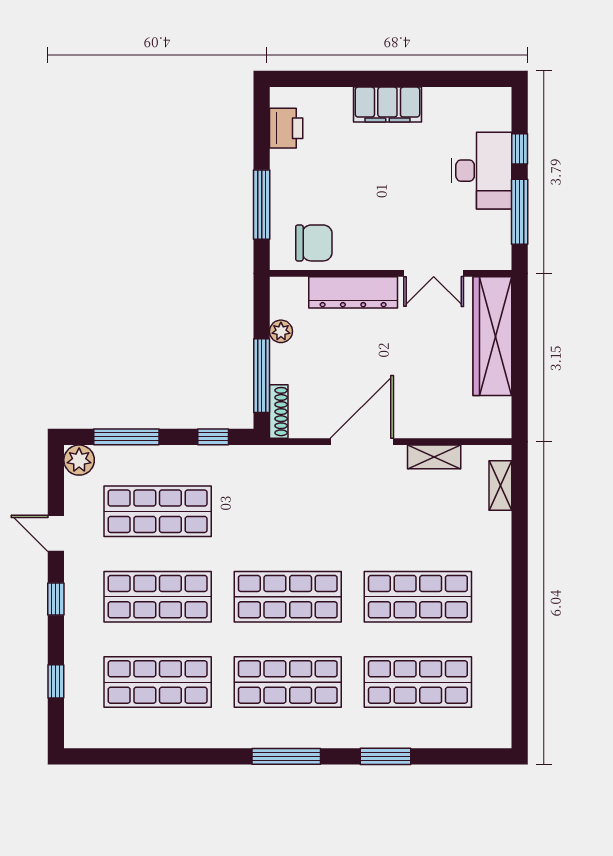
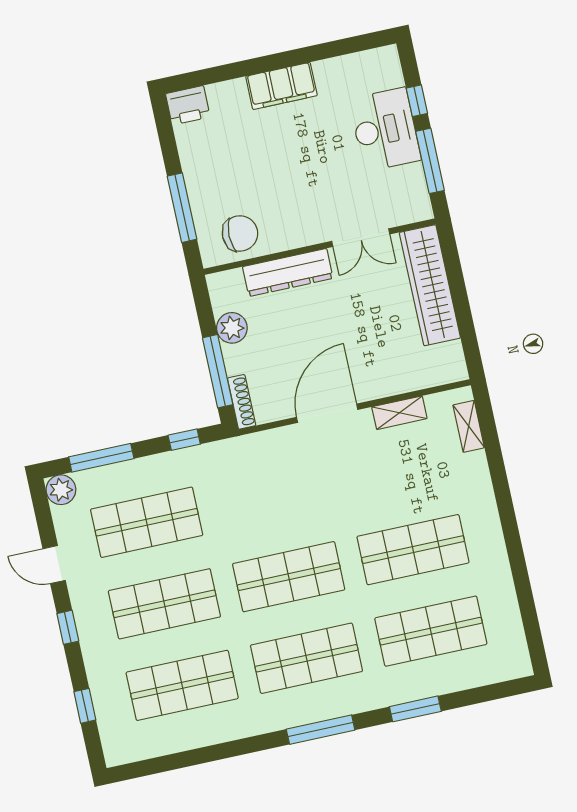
printer: (286, 128) -> (188, 105), moved, turned 90
plant: (281, 331) -> (232, 328), width x1.38, depth x1.38

